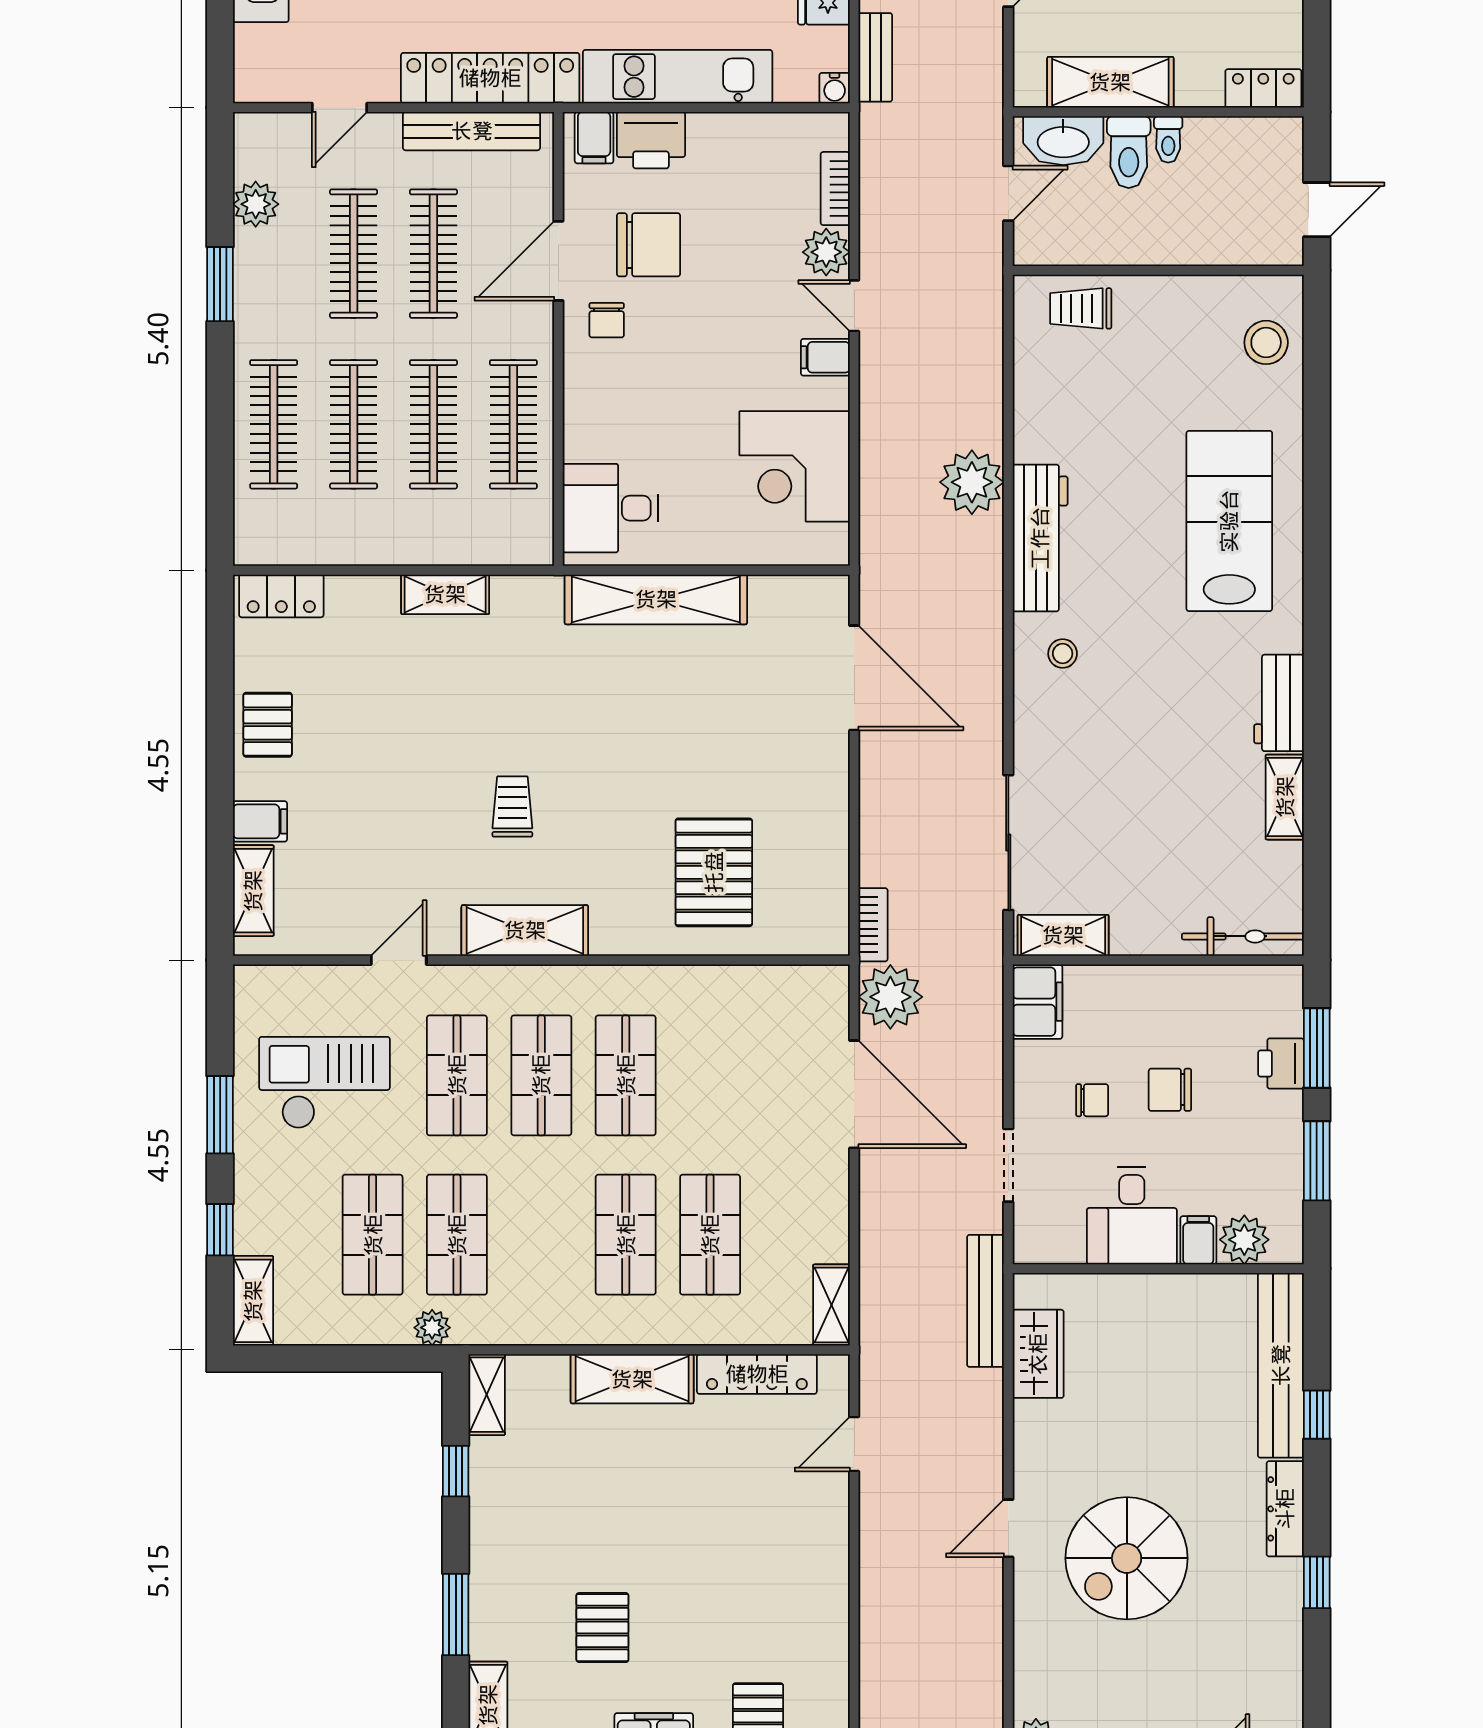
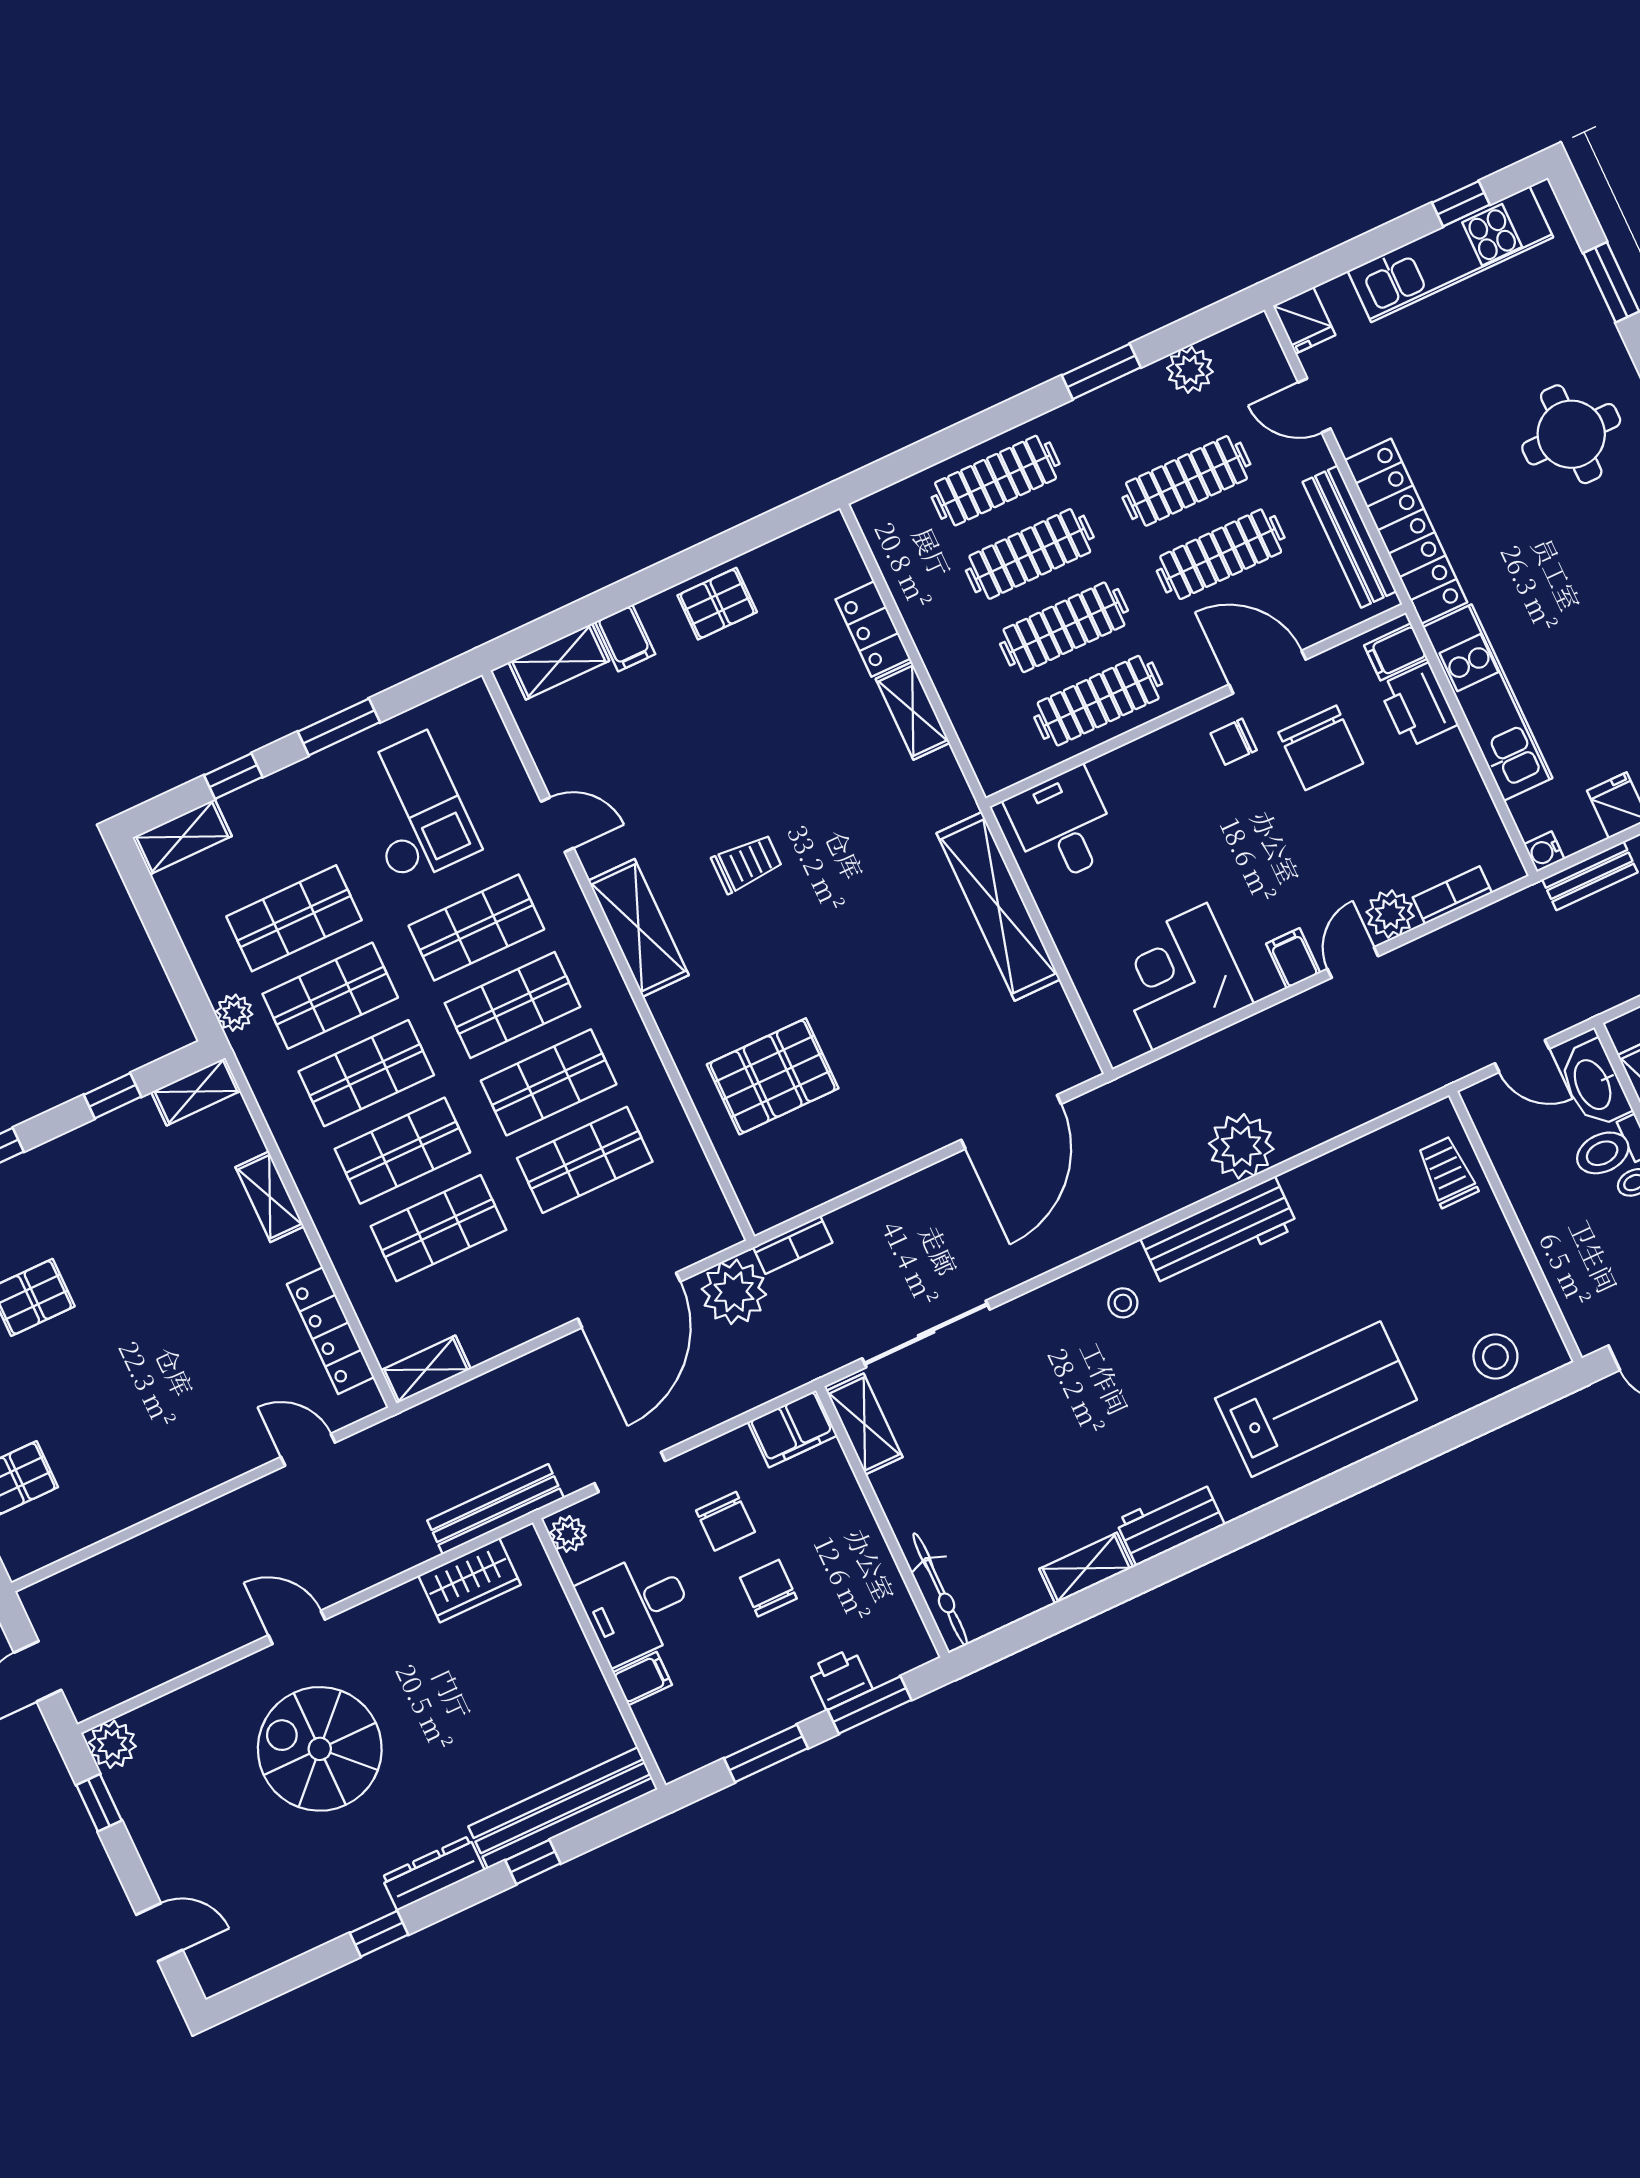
fridge: (259, 81) -> (1304, 320), added
locker: (281, 596) -> (873, 629), moved
shop shelf: (710, 1075) -> (585, 1160), added
chair: (1092, 1100) -> (725, 1521), width x1.37, depth x1.37
shop shelf: (541, 1235) -> (366, 1073), added
plant: (1244, 1240) -> (568, 1534), moved, width x0.73, depth x0.73
shelving: (632, 1379) -> (270, 1197), width x0.67, depth x0.75

